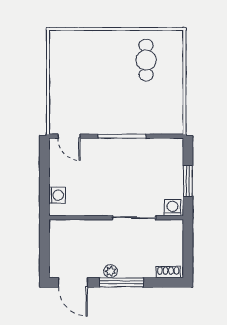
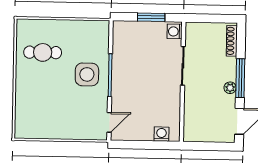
side table: (122, 110) -> (87, 74), added
shoe rack: (168, 272) -> (232, 41), width x1.43

